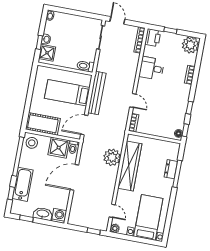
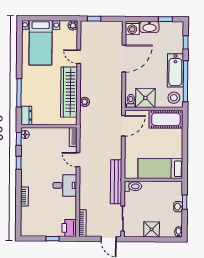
plant: (190, 45) -> (29, 227), removed
shower: (47, 53) -> (152, 229), moved
desk: (152, 68) -> (65, 185), moved
bed: (67, 93) -> (160, 169), moved, turned 180
bench: (97, 93) -> (116, 182), moved
plant: (112, 157) -> (85, 102), width x0.53, depth x0.53
dresser: (171, 169) -> (26, 115), moved
door: (74, 177) -> (124, 59), moved
bathtub: (23, 184) -> (175, 70), moved
door: (112, 211) -> (79, 57), moved

